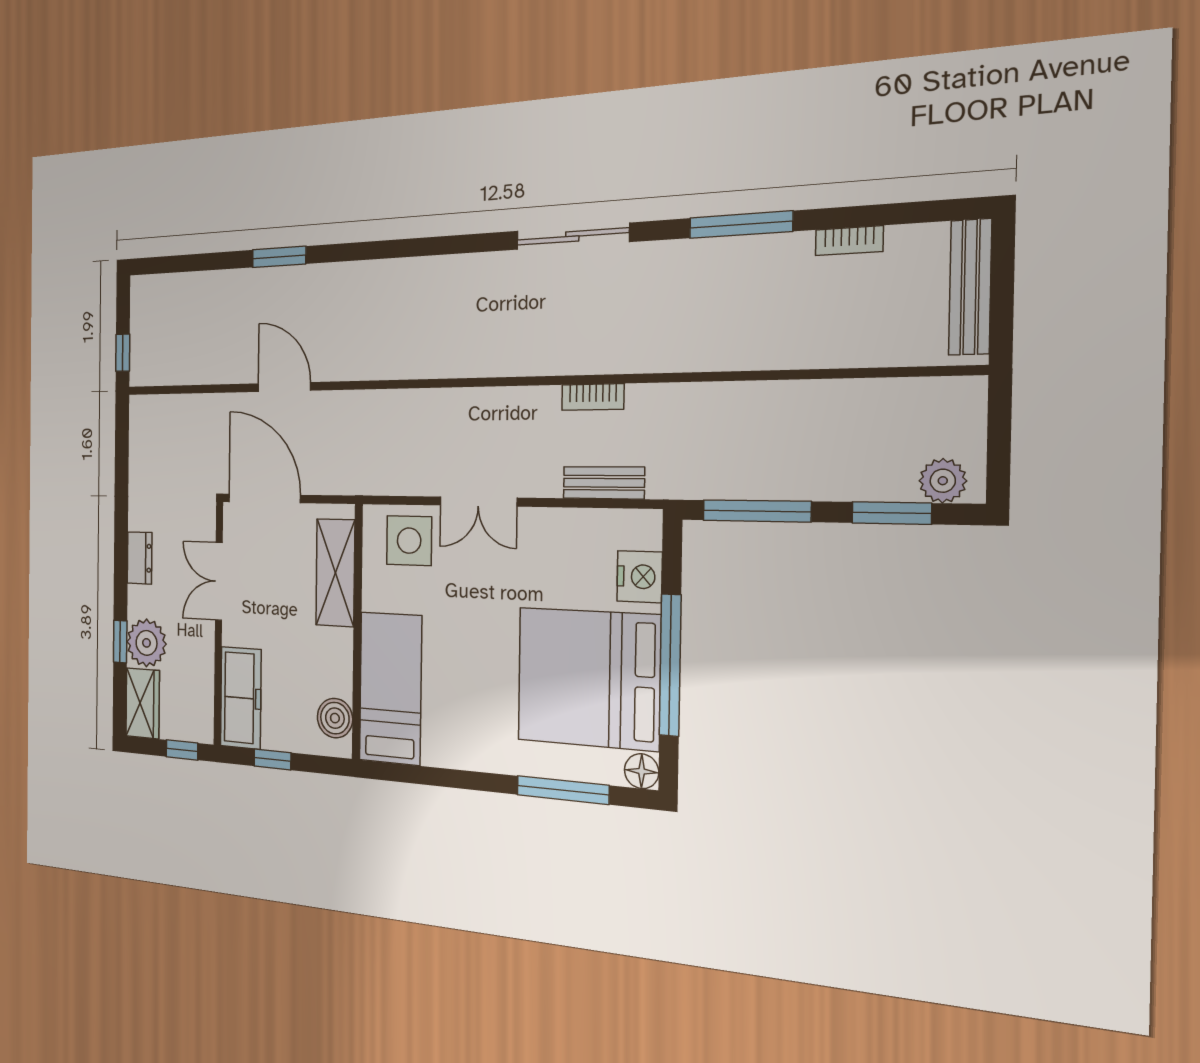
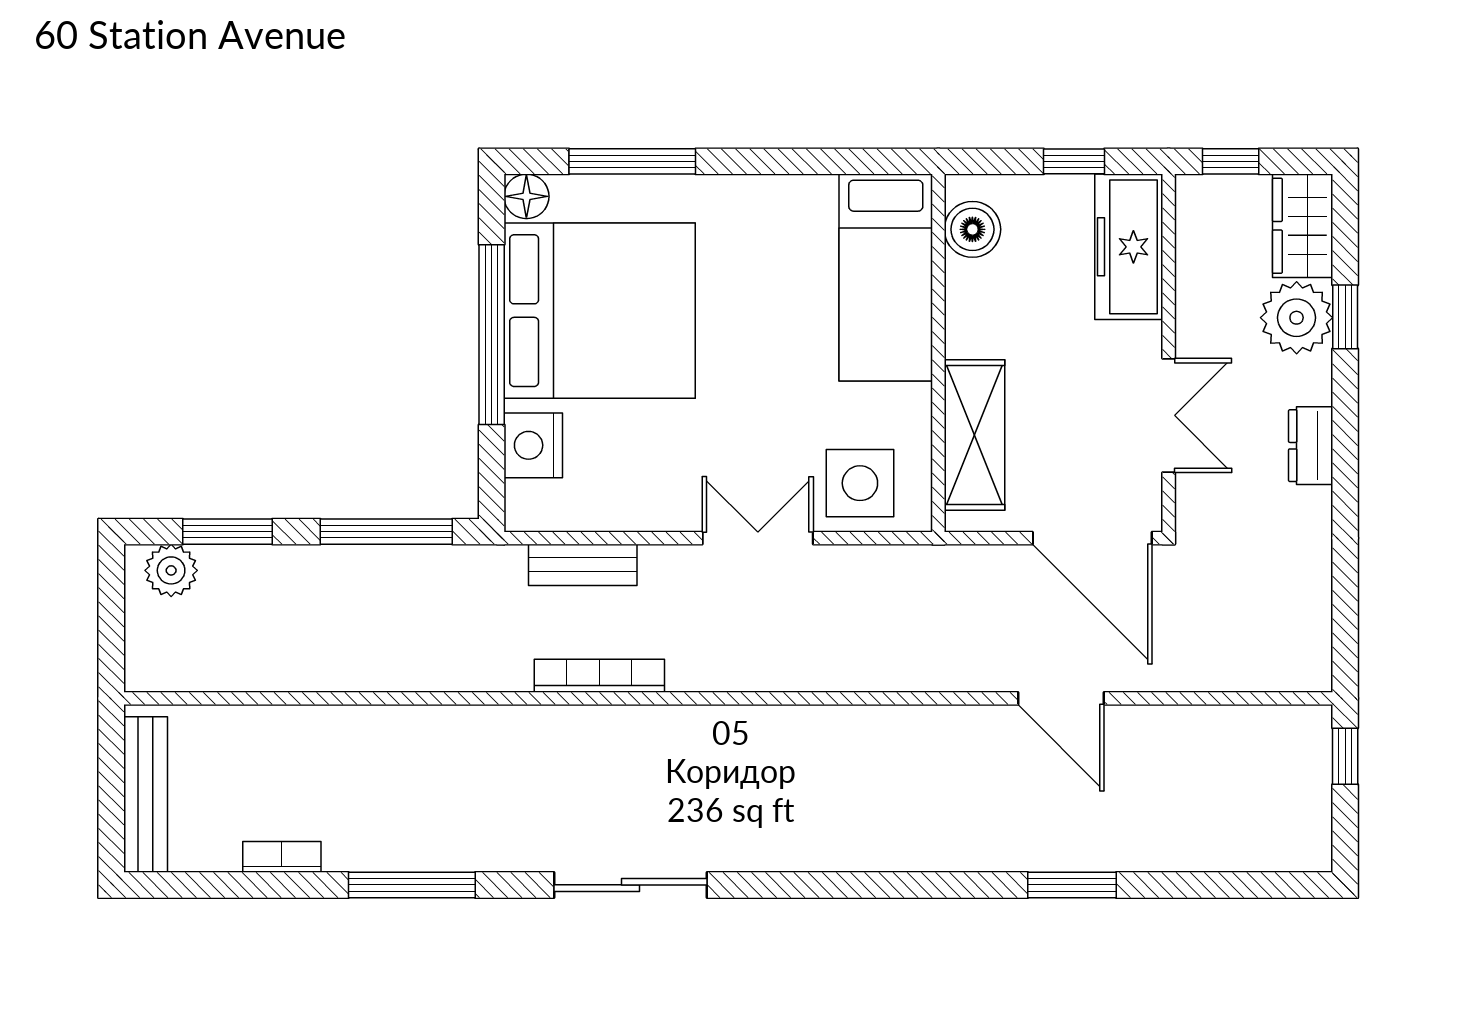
bookcase: (593, 397) -> (599, 676), width x1.56

